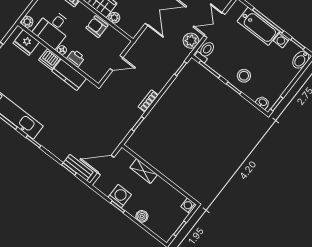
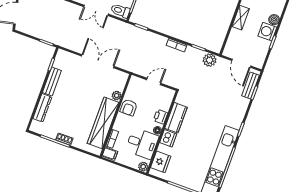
plant: (191, 41) -> (210, 60), moved
door: (116, 63) -> (154, 82), hinge flipped
shelving: (144, 171) -> (241, 18), moved
washing machine: (120, 196) -> (267, 32), moved

